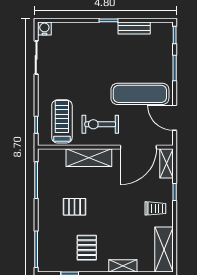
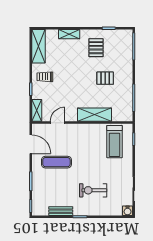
exercise mat: (140, 94) -> (56, 162), width x0.73, depth x0.69
exercise bike: (100, 124) -> (93, 190), moved, turned 180
door: (138, 147) -> (58, 123), width x0.53

